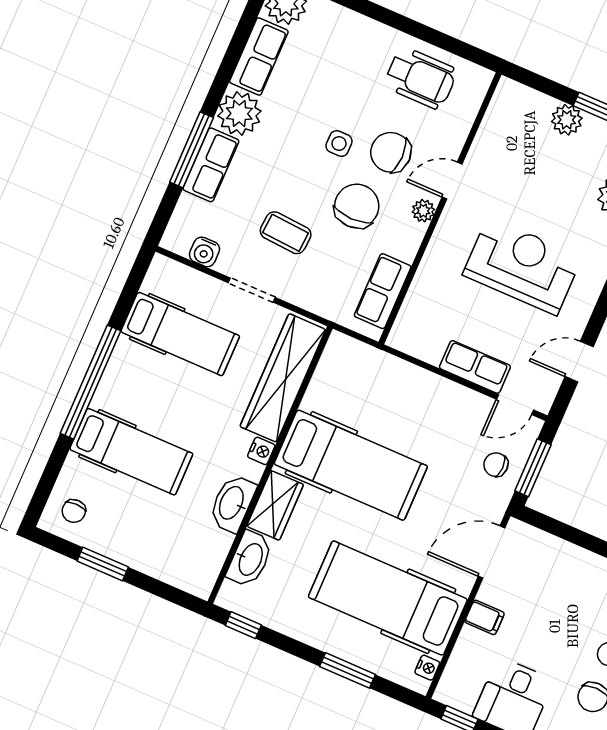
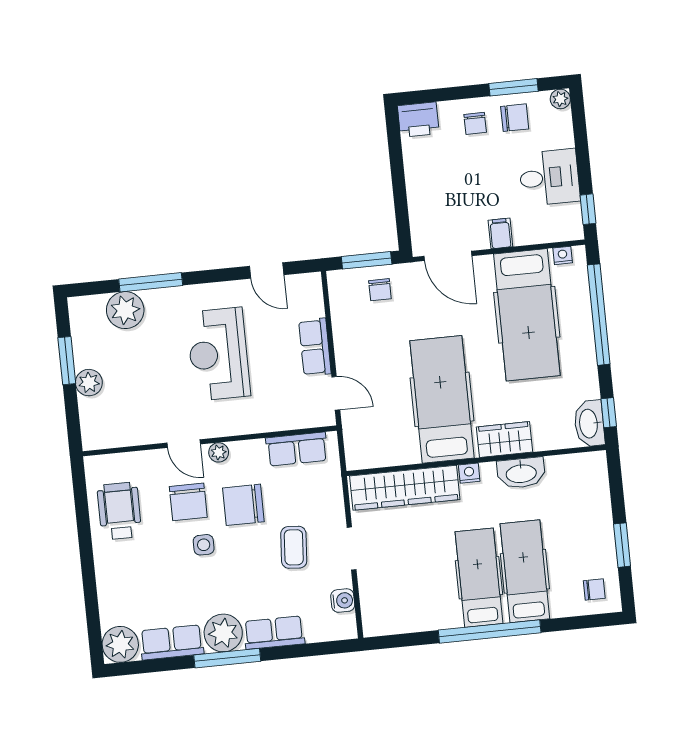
window: (192, 150) -> (227, 658), moved
hospital bed: (180, 334) -> (479, 578), moved
door: (515, 405) -> (336, 393), moved
washbasin: (250, 559) -> (589, 423), moved, turned -90
window: (347, 670) -> (599, 315), width x2.11

